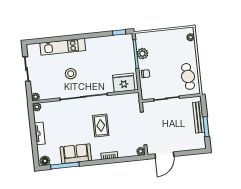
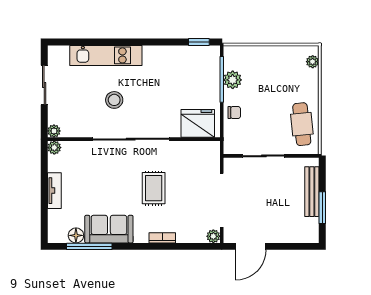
floor lamp: (45, 161) -> (76, 235), moved

